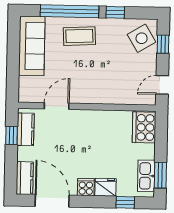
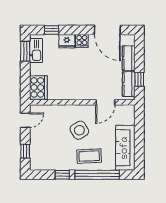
side table: (142, 38) -> (79, 130), moved
kitchen counter: (25, 178) -> (129, 58), moved

